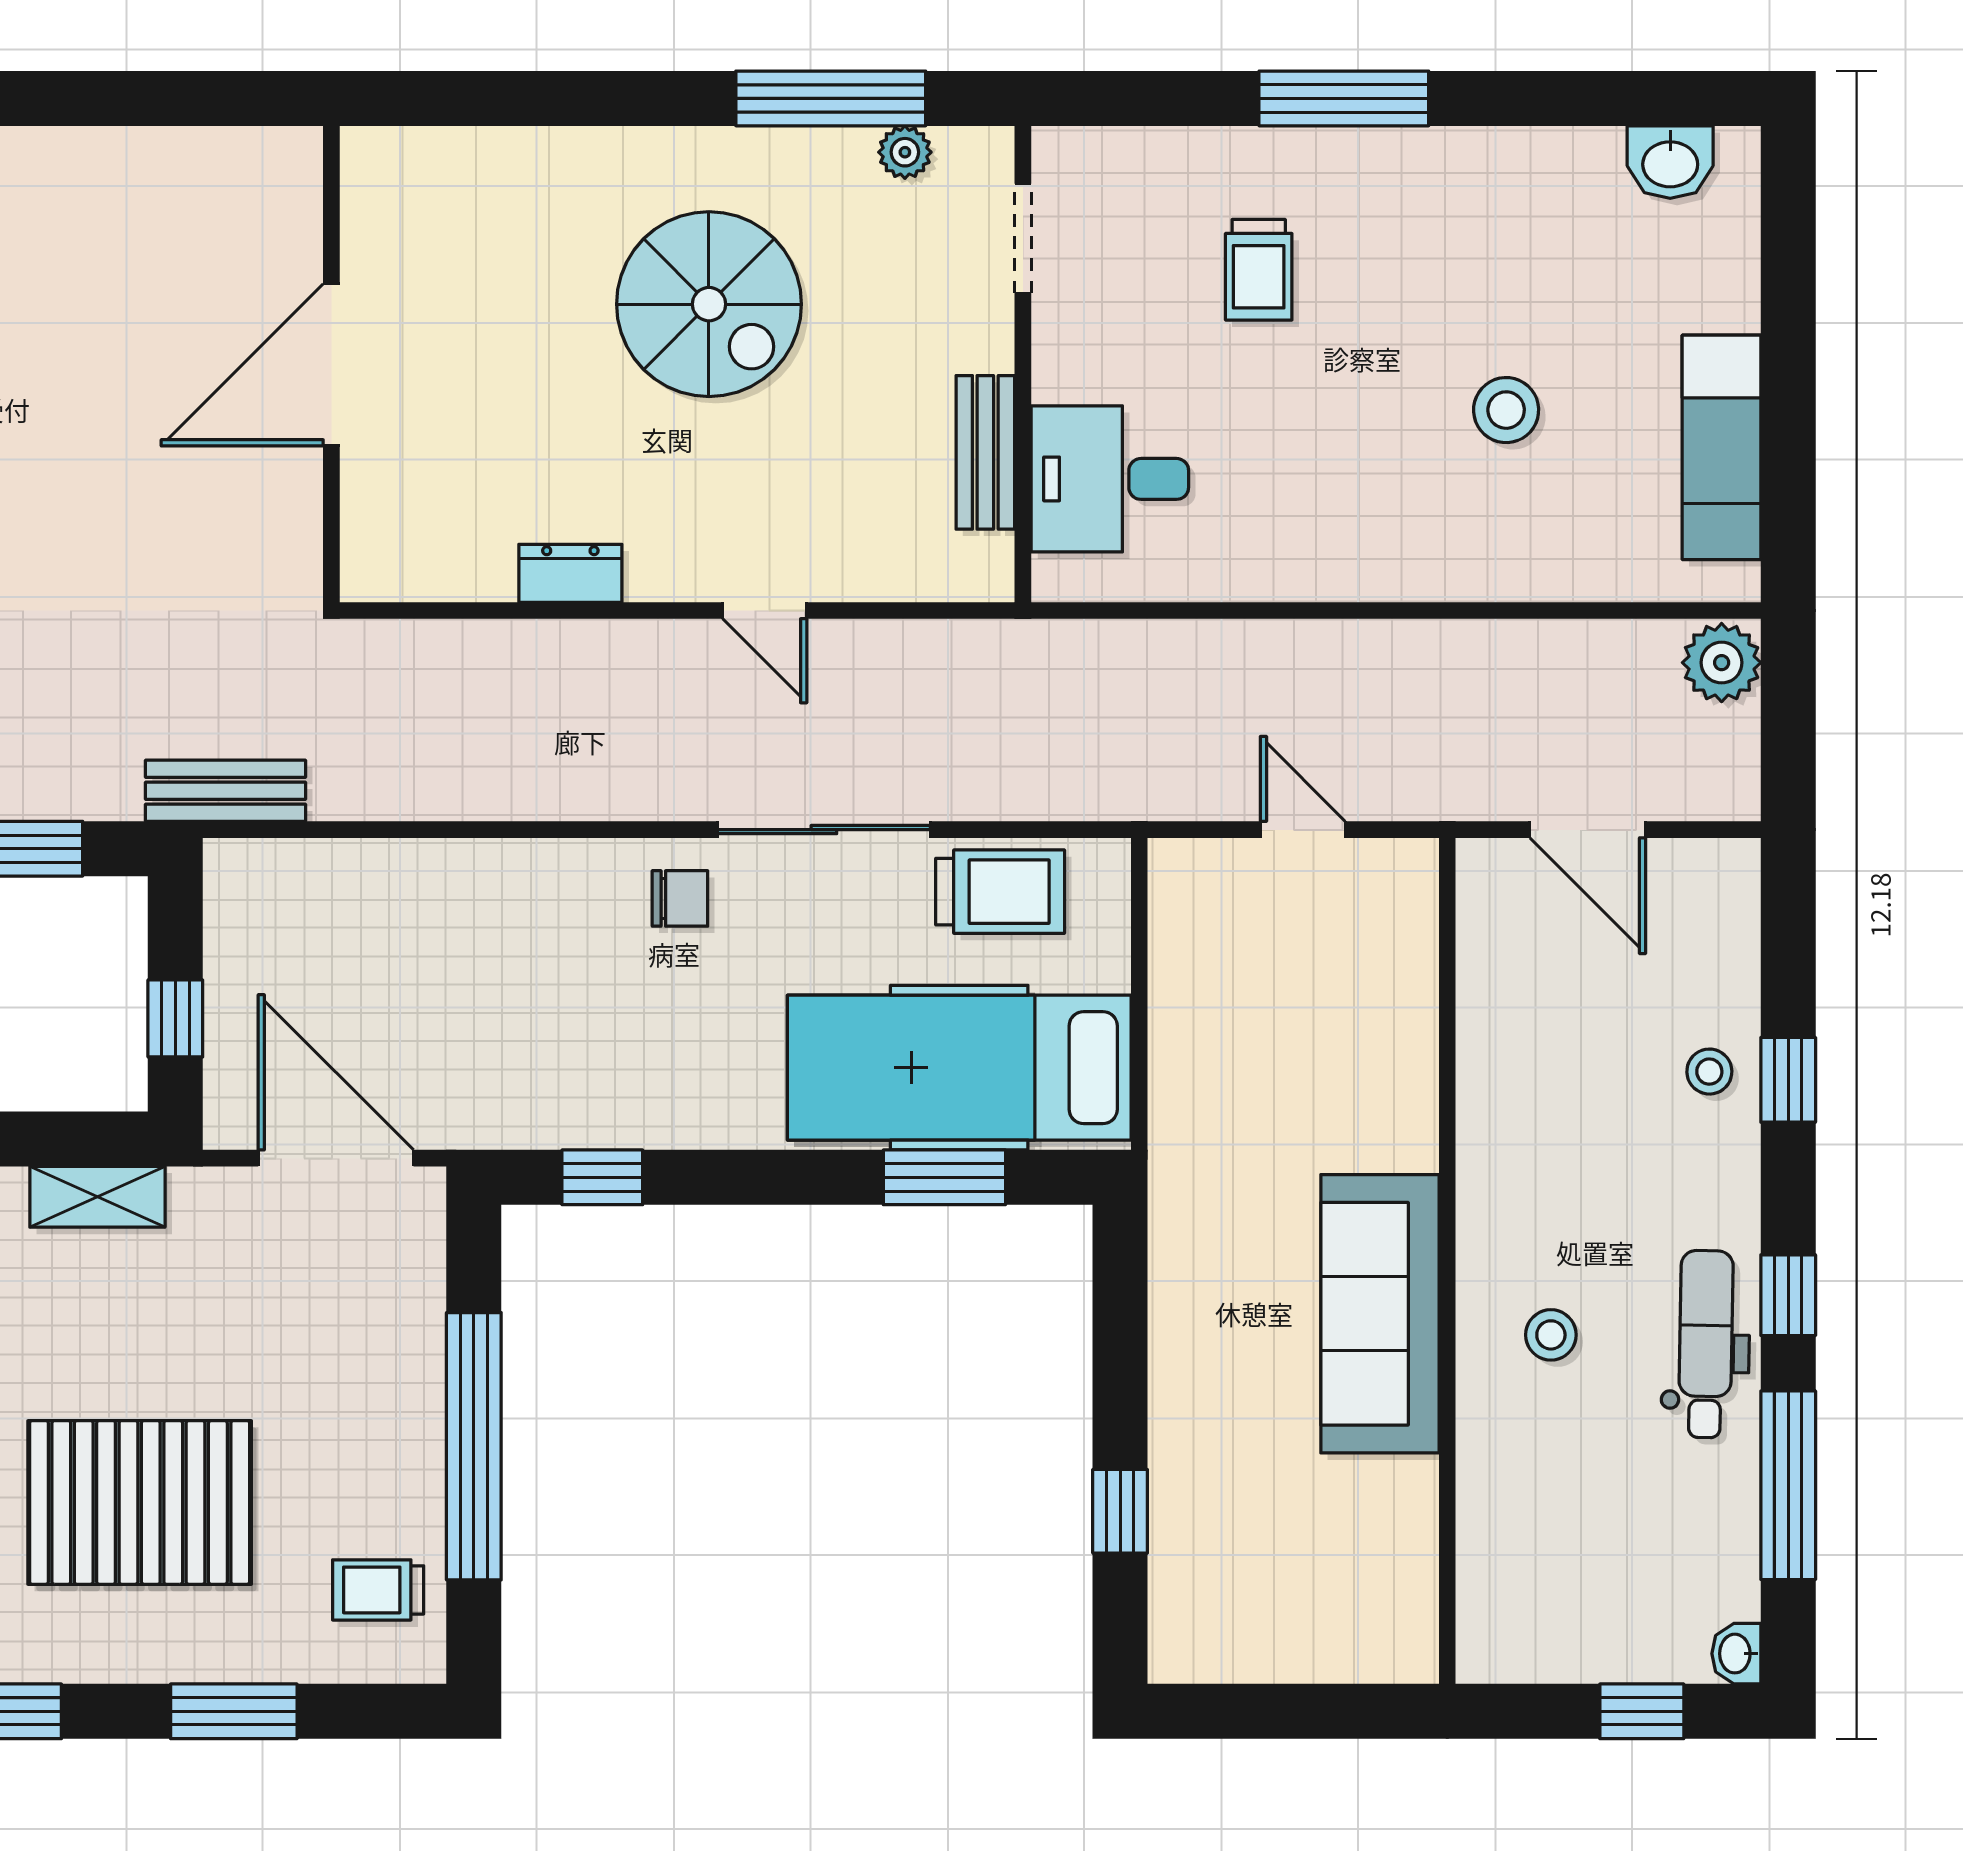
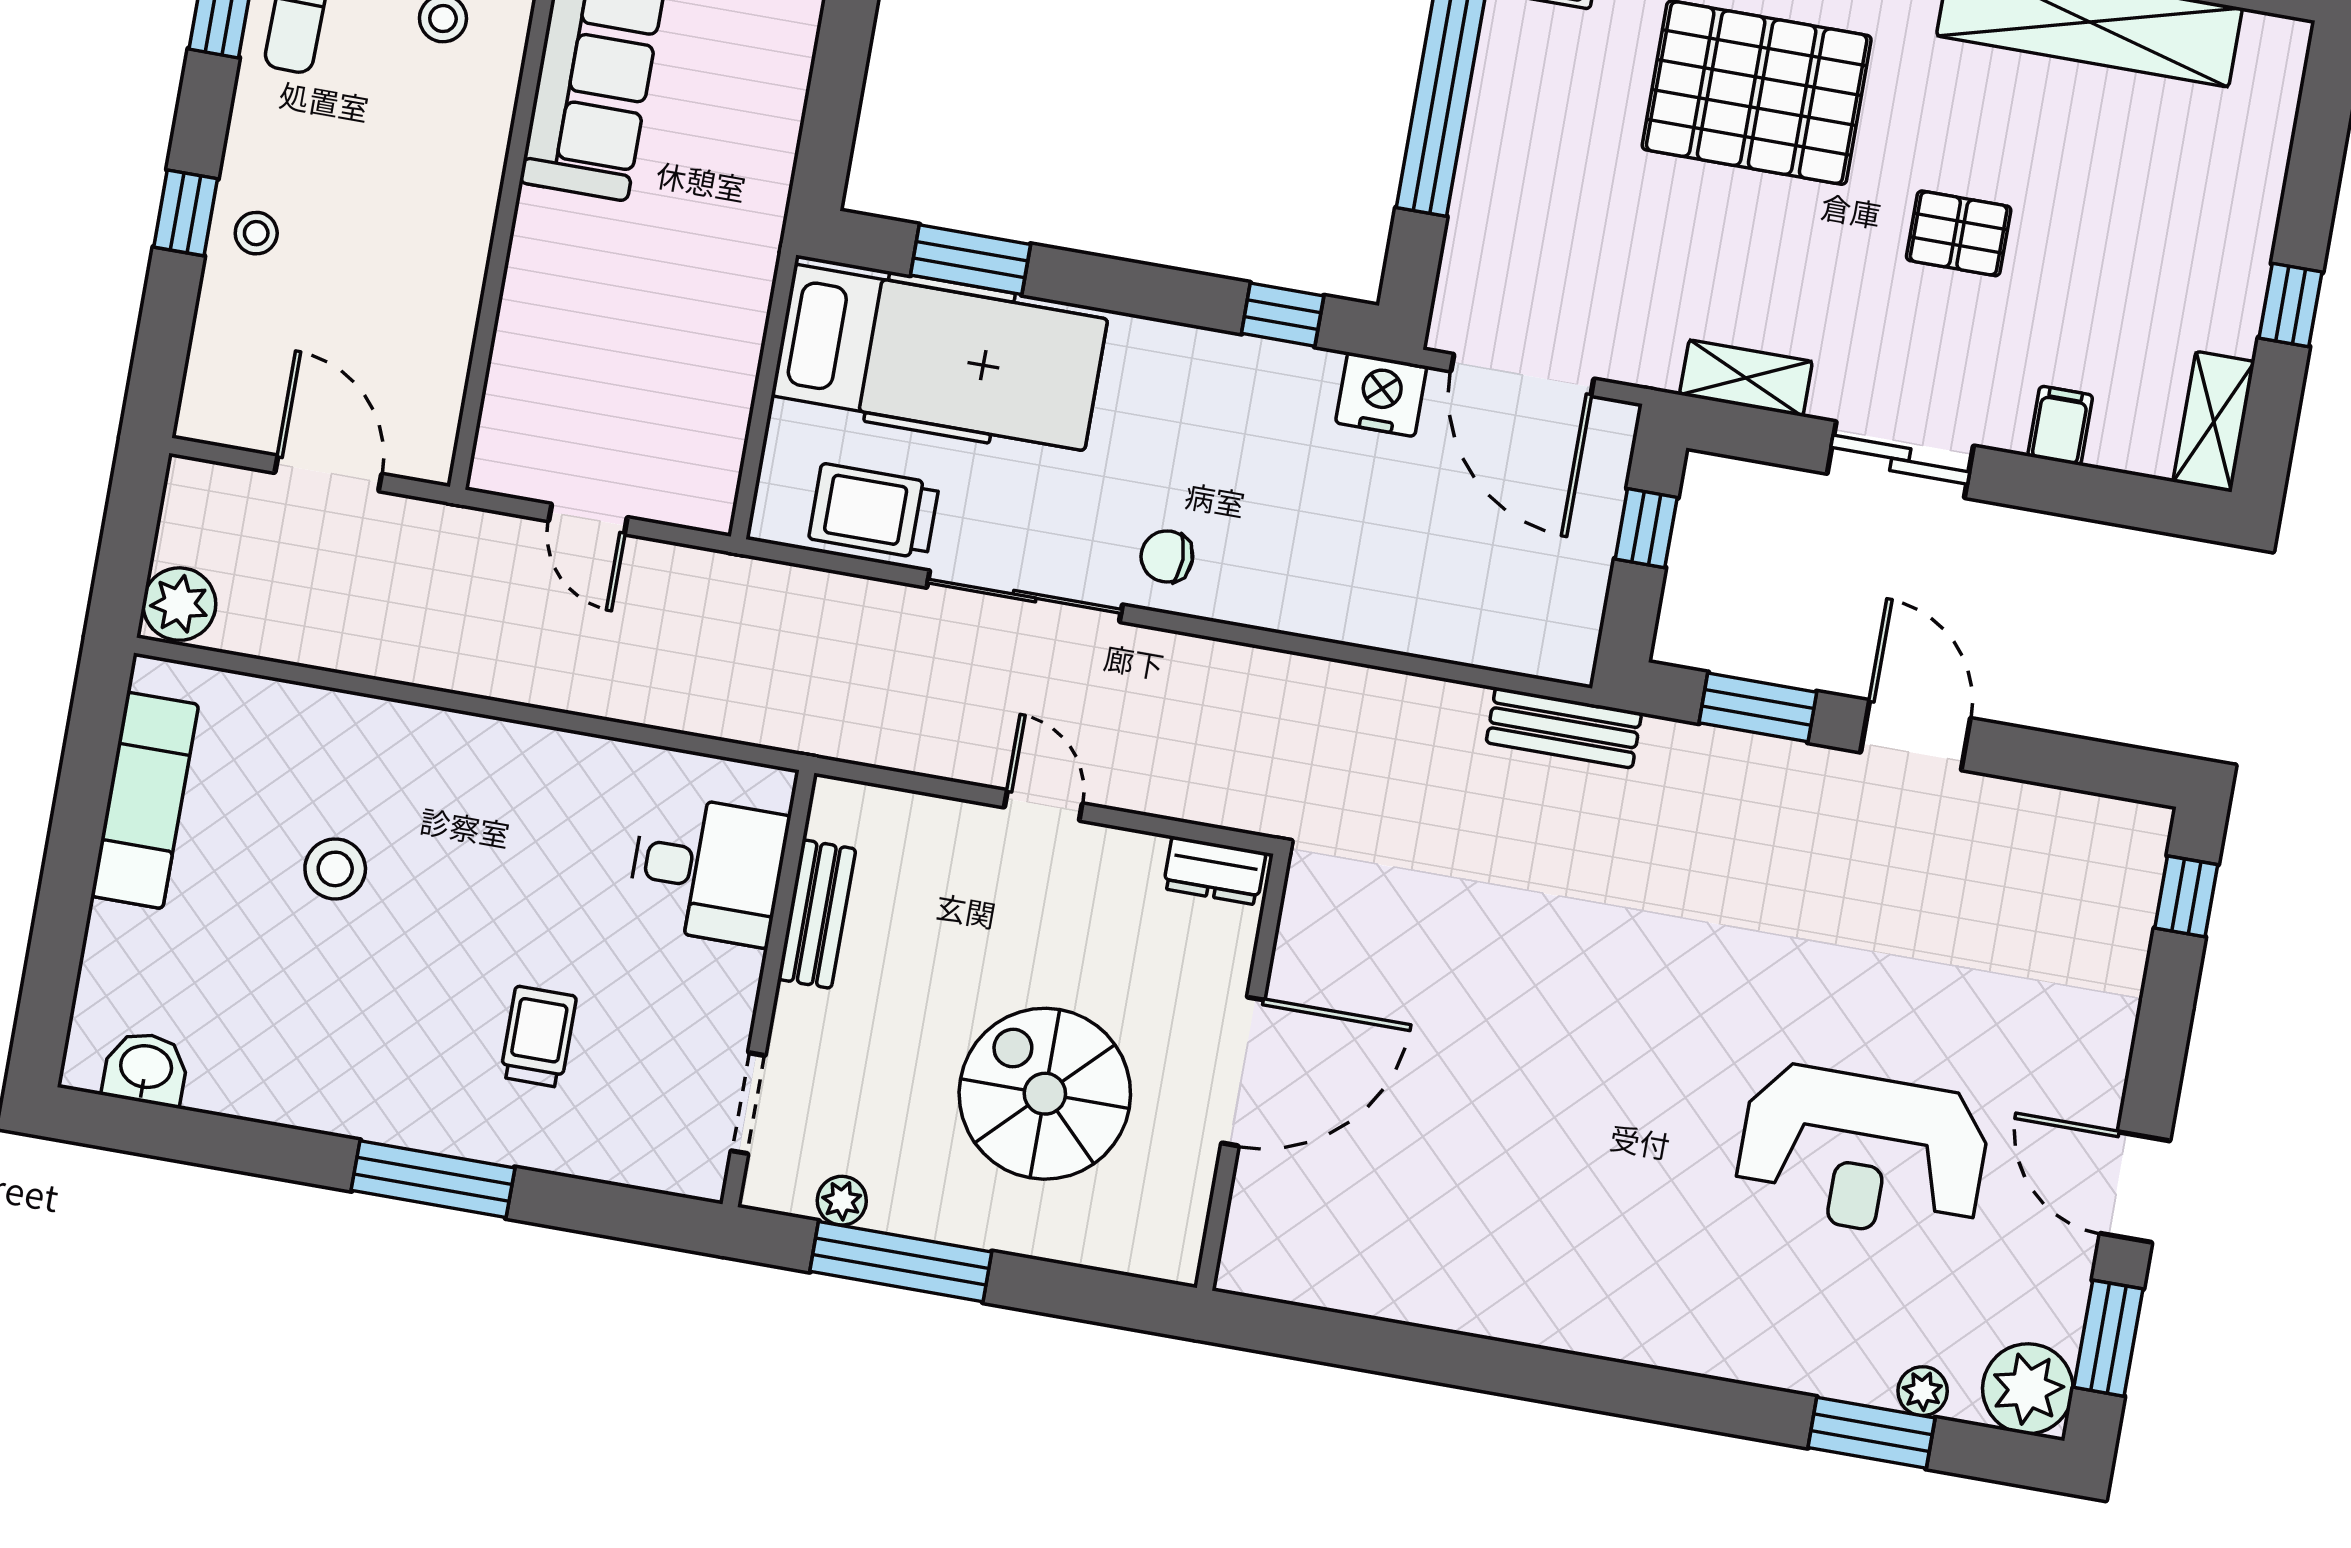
wall: (331, 364) -> (1243, 1072), moved
door: (331, 365) -> (1243, 1071), moved
nightstand: (482, 1111) -> (1381, 394), added

